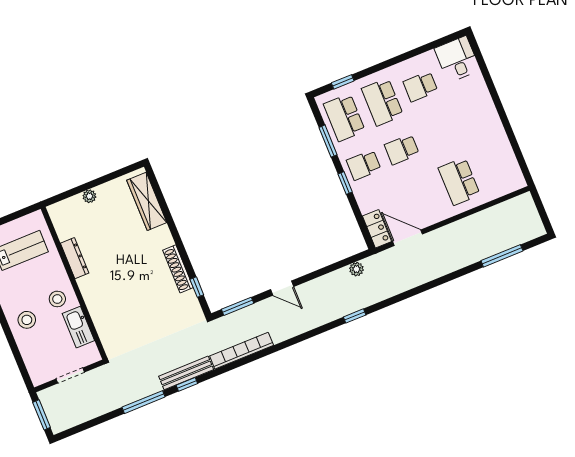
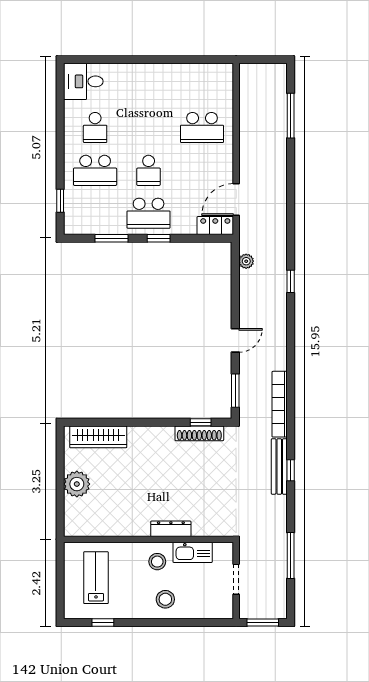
school desk: (344, 118) -> (95, 213), removed
school desk: (364, 165) -> (149, 213), width x1.85
plant: (89, 196) -> (77, 484), width x1.88, depth x1.88
dresser: (75, 258) -> (171, 529), moved
shoe rack: (178, 269) -> (199, 433), moved
window: (144, 402) -> (291, 556), moved

